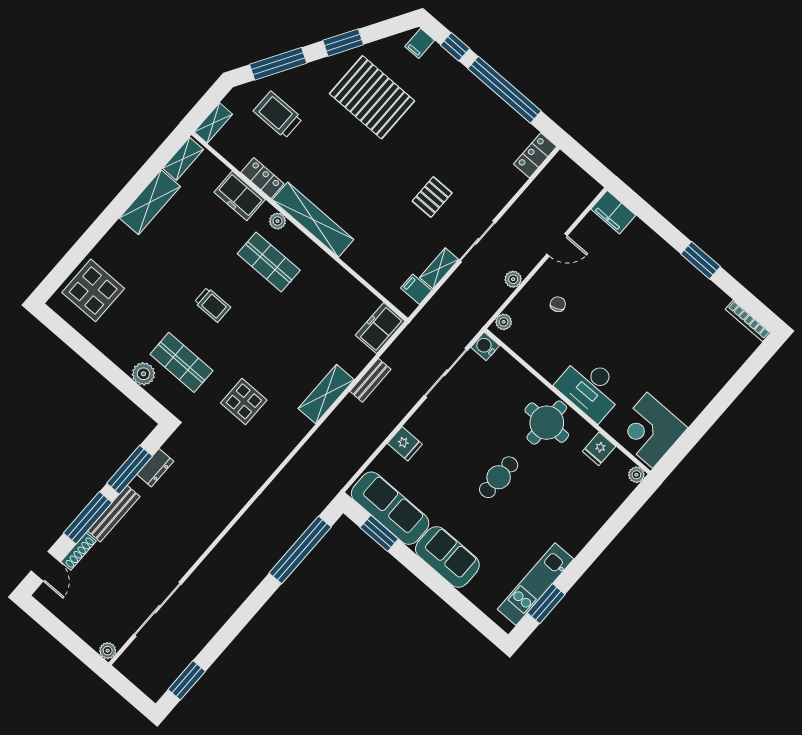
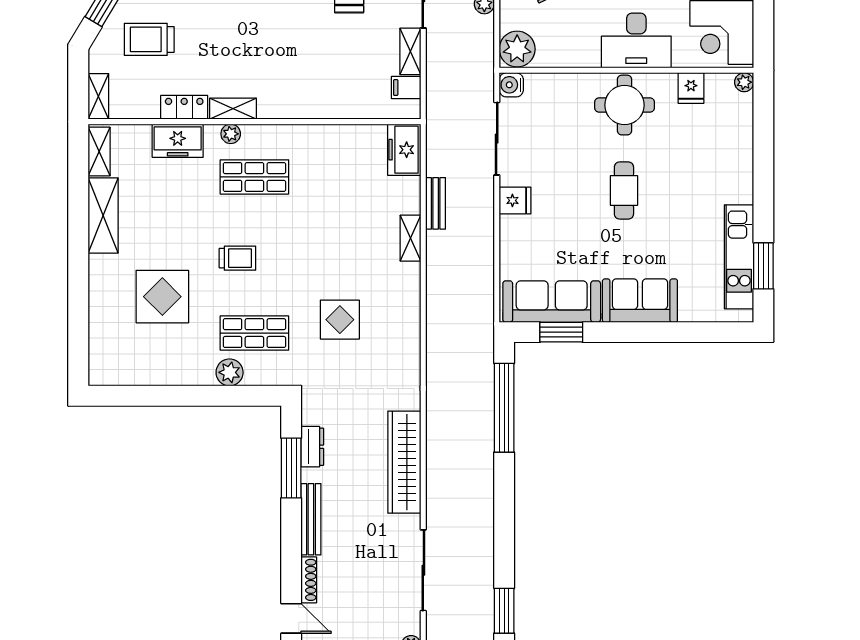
shelving: (313, 220) -> (233, 109), width x0.45, depth x0.75
display table: (93, 290) -> (162, 297), moved
plant: (504, 322) -> (517, 49), width x1.87, depth x1.87
shelving: (326, 394) -> (410, 238), width x0.67, depth x0.75
fridge: (405, 444) -> (515, 200), moved
window: (88, 518) -> (291, 543), removed
wardrobe: (206, 529) -> (404, 462), added

